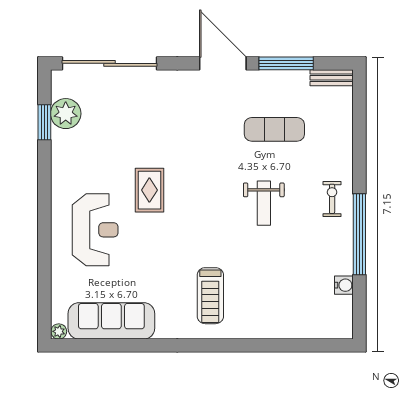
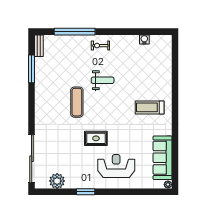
door: (223, 63) -> (32, 101), removed
window: (44, 122) -> (86, 192), moved
exercise mat: (274, 129) -> (77, 102), moved
window: (359, 234) -> (75, 32), moved
treadmill: (210, 296) -> (150, 107), turned 180

